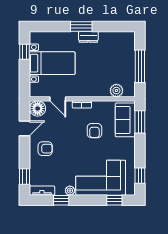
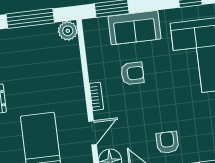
plant: (116, 91) -> (68, 31), moved
sofa: (125, 120) -> (134, 28), moved

